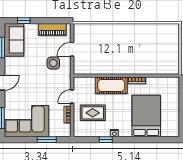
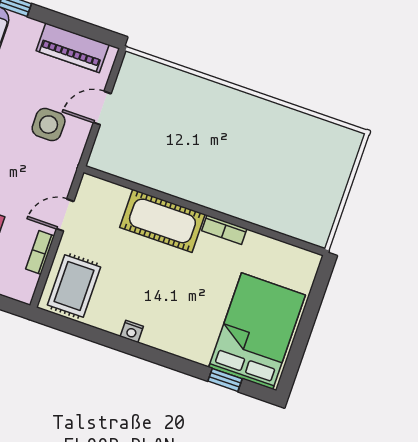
rug: (93, 113) -> (74, 286), moved, turned 90
bed: (146, 116) -> (257, 331), moved
window: (106, 140) -> (225, 380), moved

